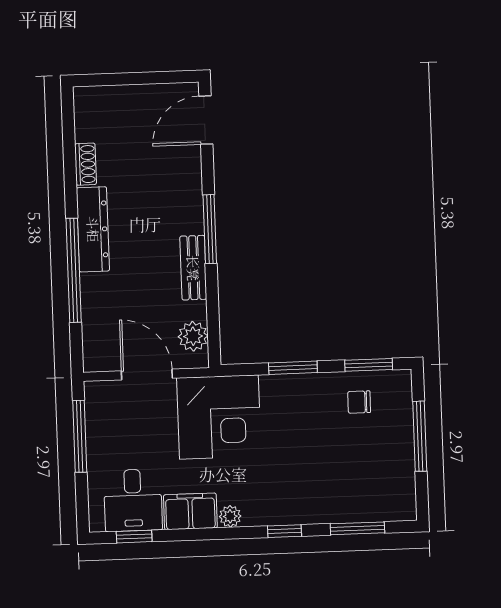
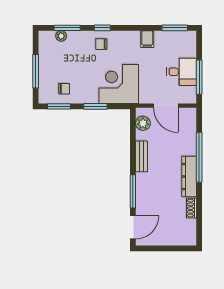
window: (210, 229) -> (133, 191), moved
corner desk: (219, 417) -> (119, 84), moved
chair: (285, 498) -> (101, 44), added
desk: (133, 500) -> (182, 72), moved, turned 90
filing cabinet: (190, 511) -> (147, 39), width x0.50
plant: (230, 516) -> (61, 36), moved
window: (134, 537) -> (175, 28), width x1.50

